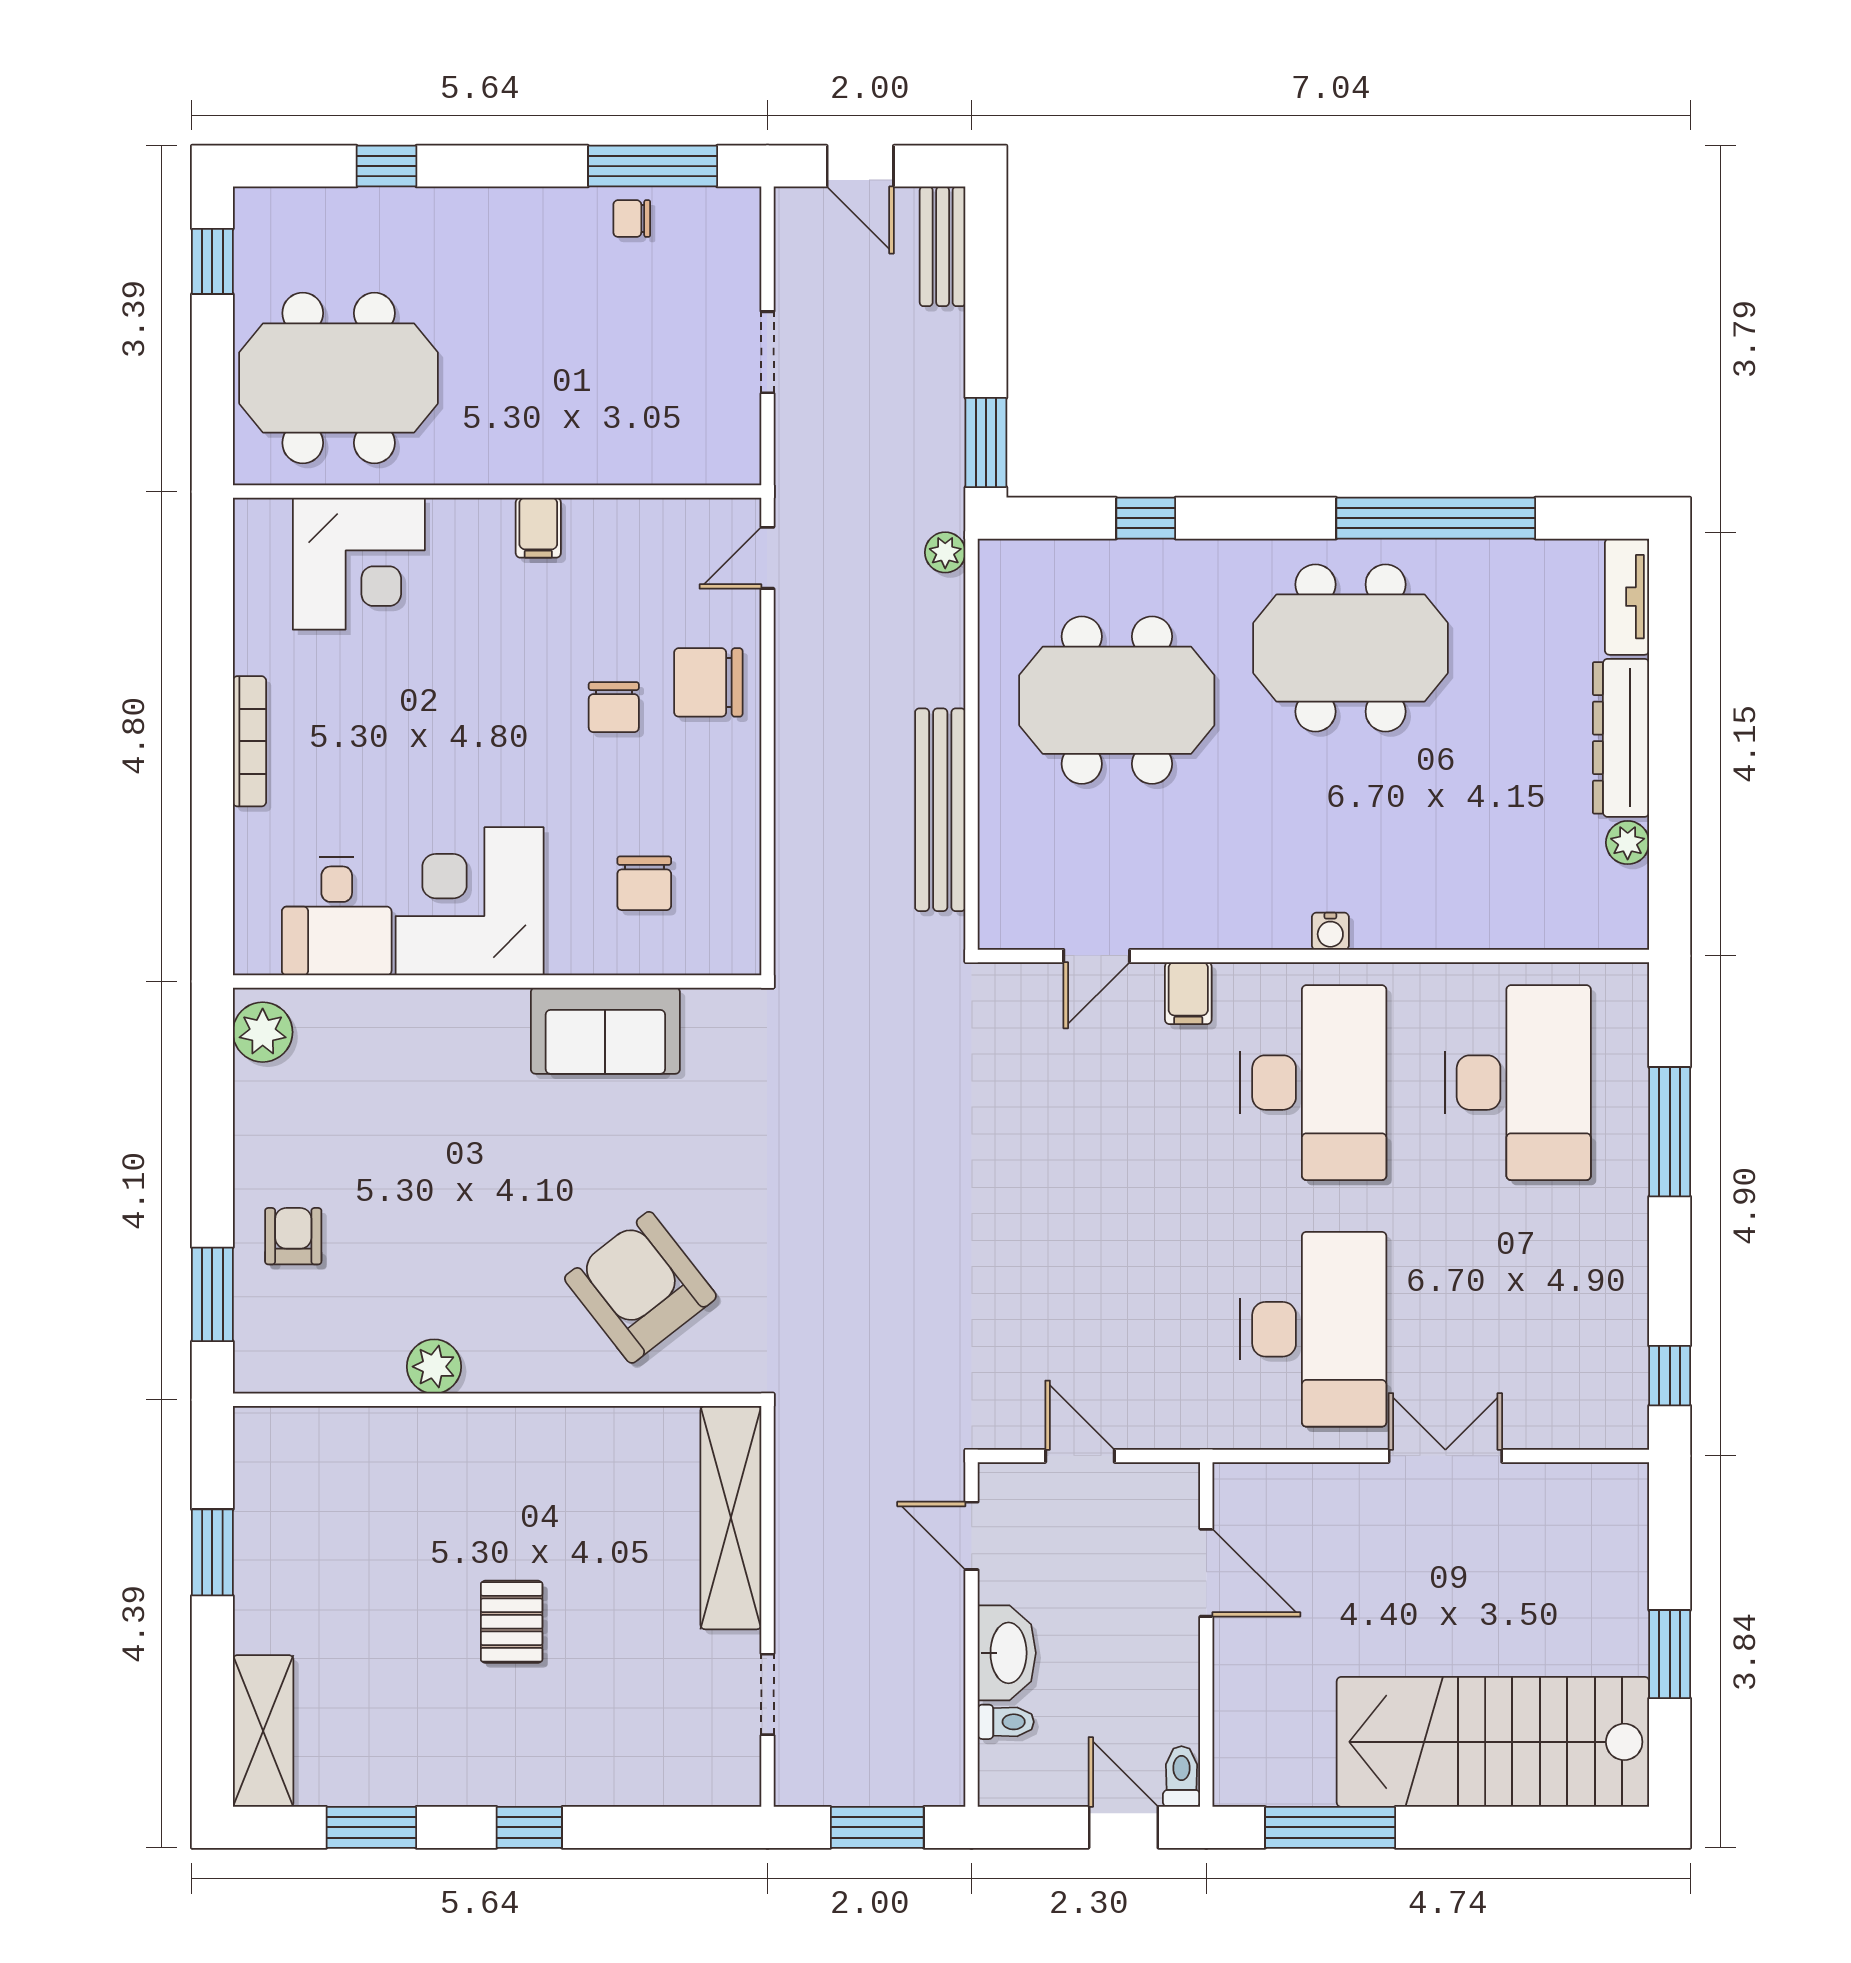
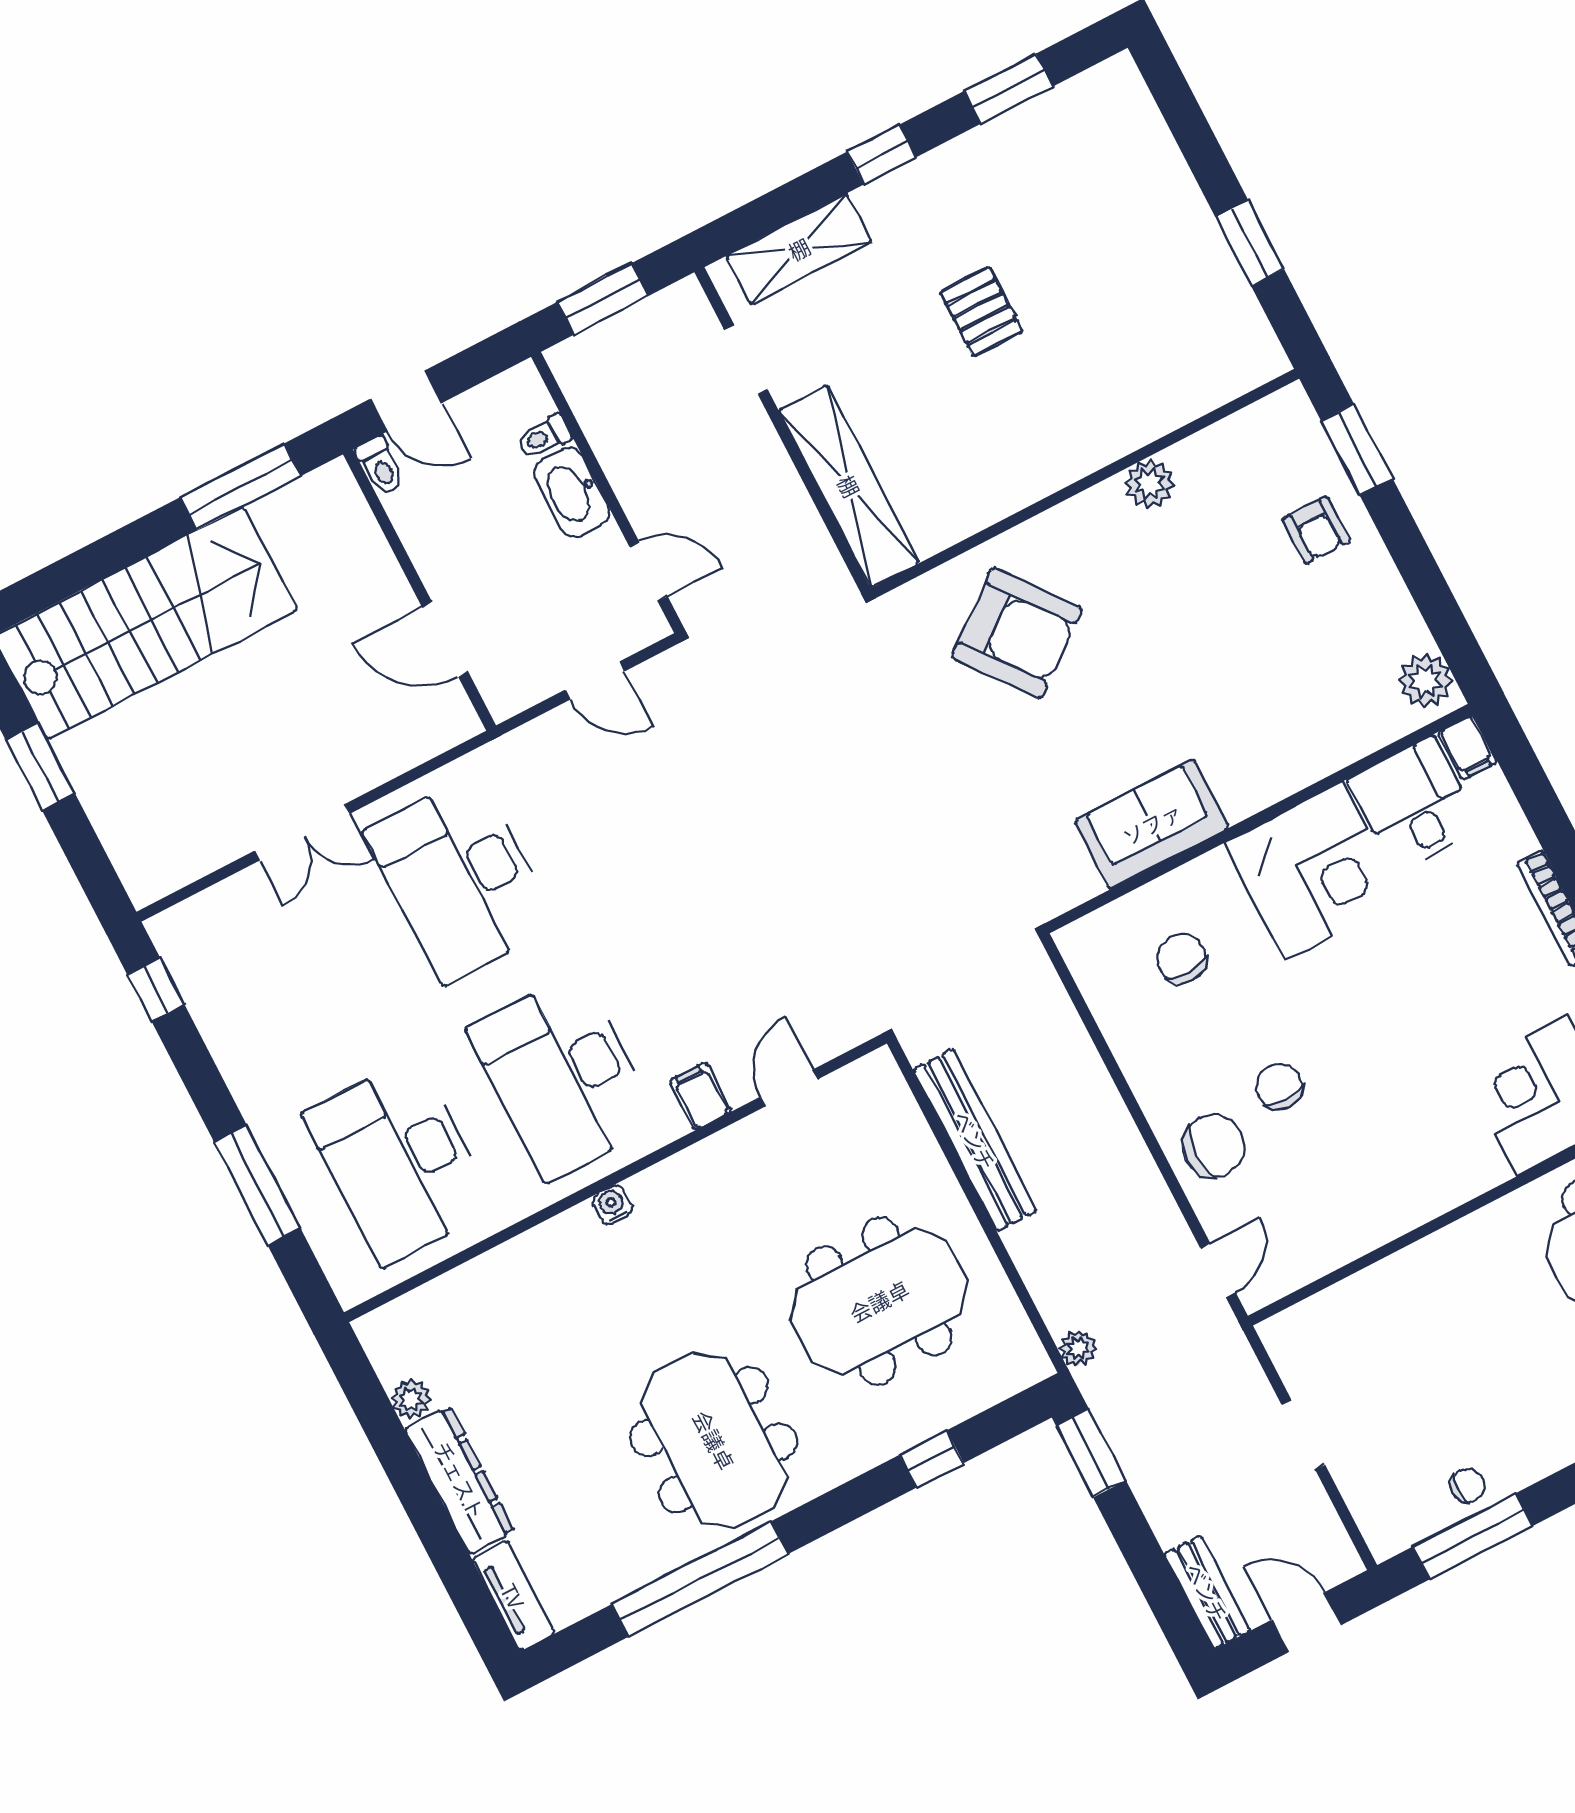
filing cabinet: (538, 528) -> (1467, 747), moved, turned 180
meeting table: (1351, 648) -> (714, 1440), turned 90
shelving: (263, 1731) -> (799, 249), moved, turned 90

